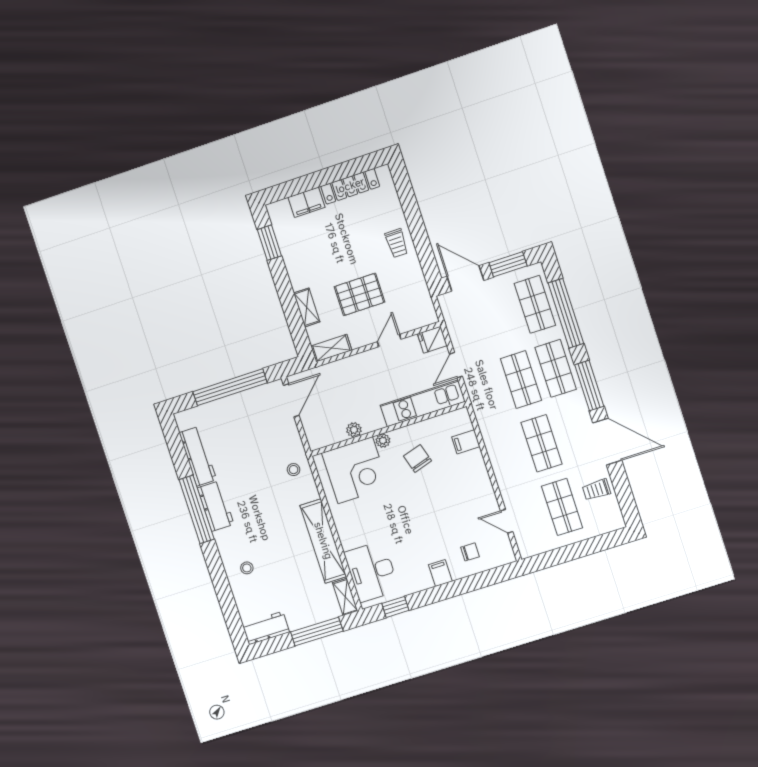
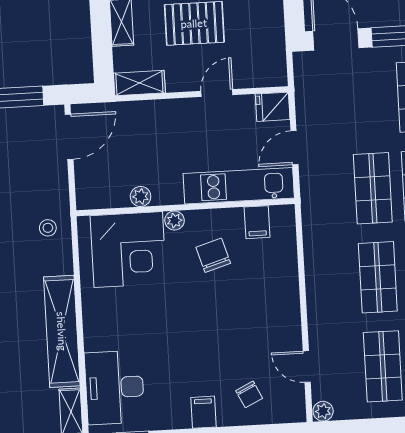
filing cabinet: (466, 442) -> (257, 222), moved, turned -90
plant: (527, 550) -> (323, 411), added
chair: (470, 552) -> (249, 394), turned 64

